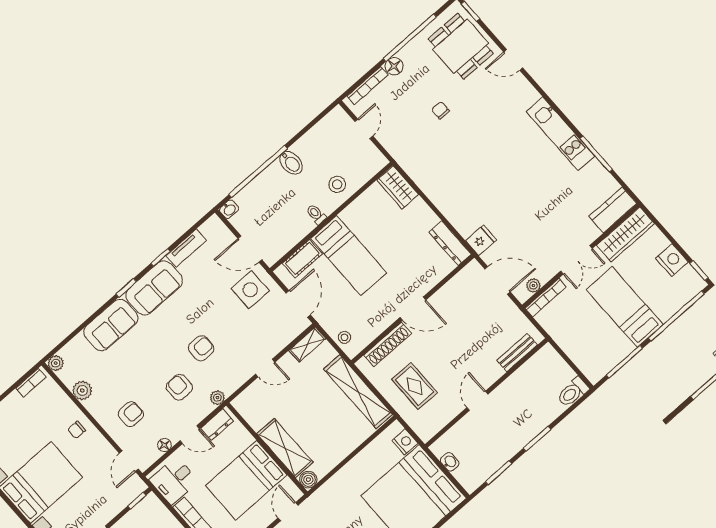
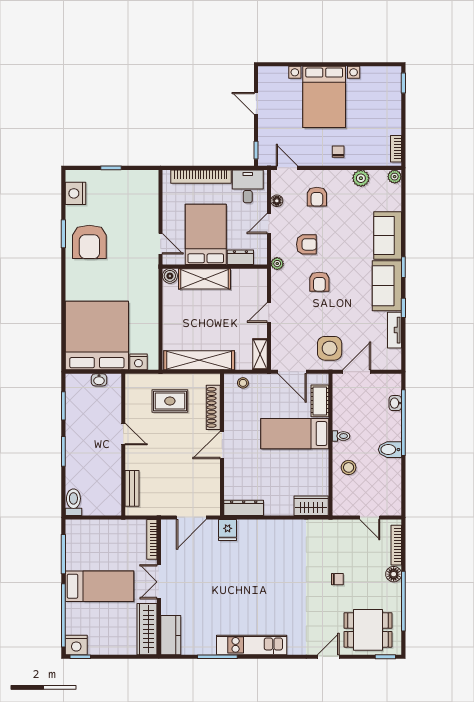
washbasin: (229, 209) -> (395, 403), moved
nightstand: (672, 260) -> (76, 645), moved
plant: (533, 286) -> (167, 538), removed
dresser: (217, 424) -> (240, 257), moved, turned 90

